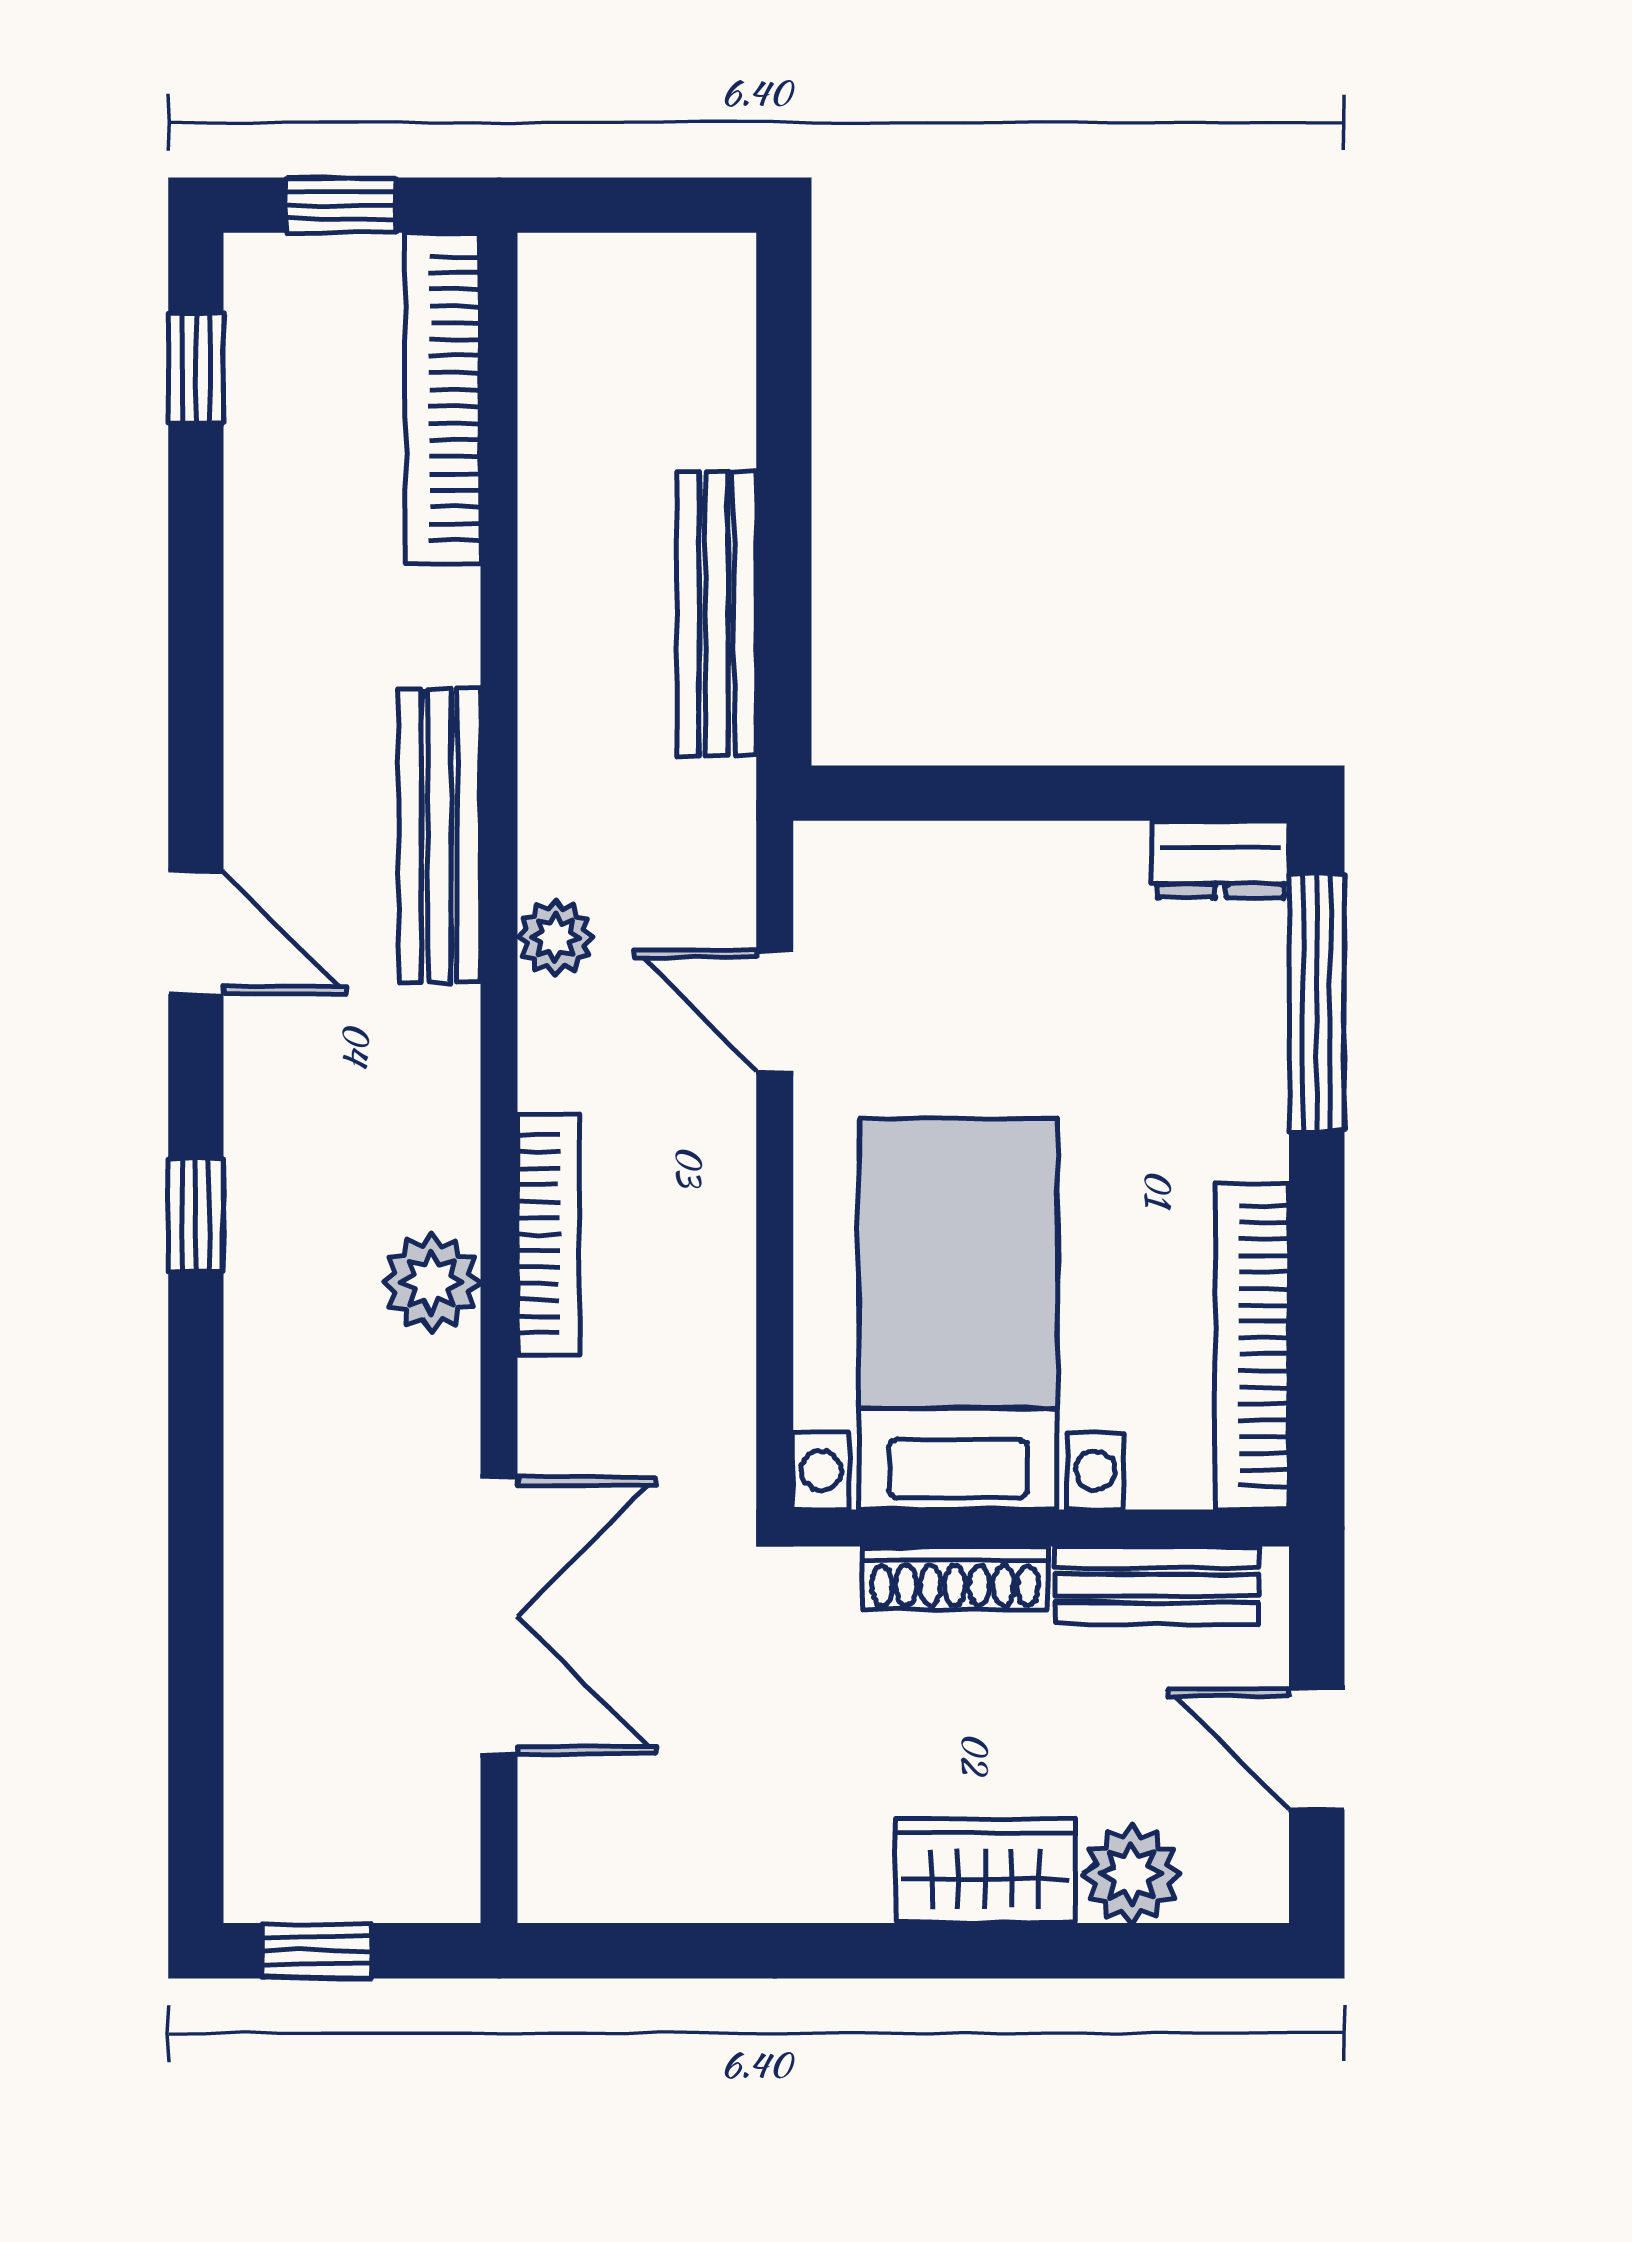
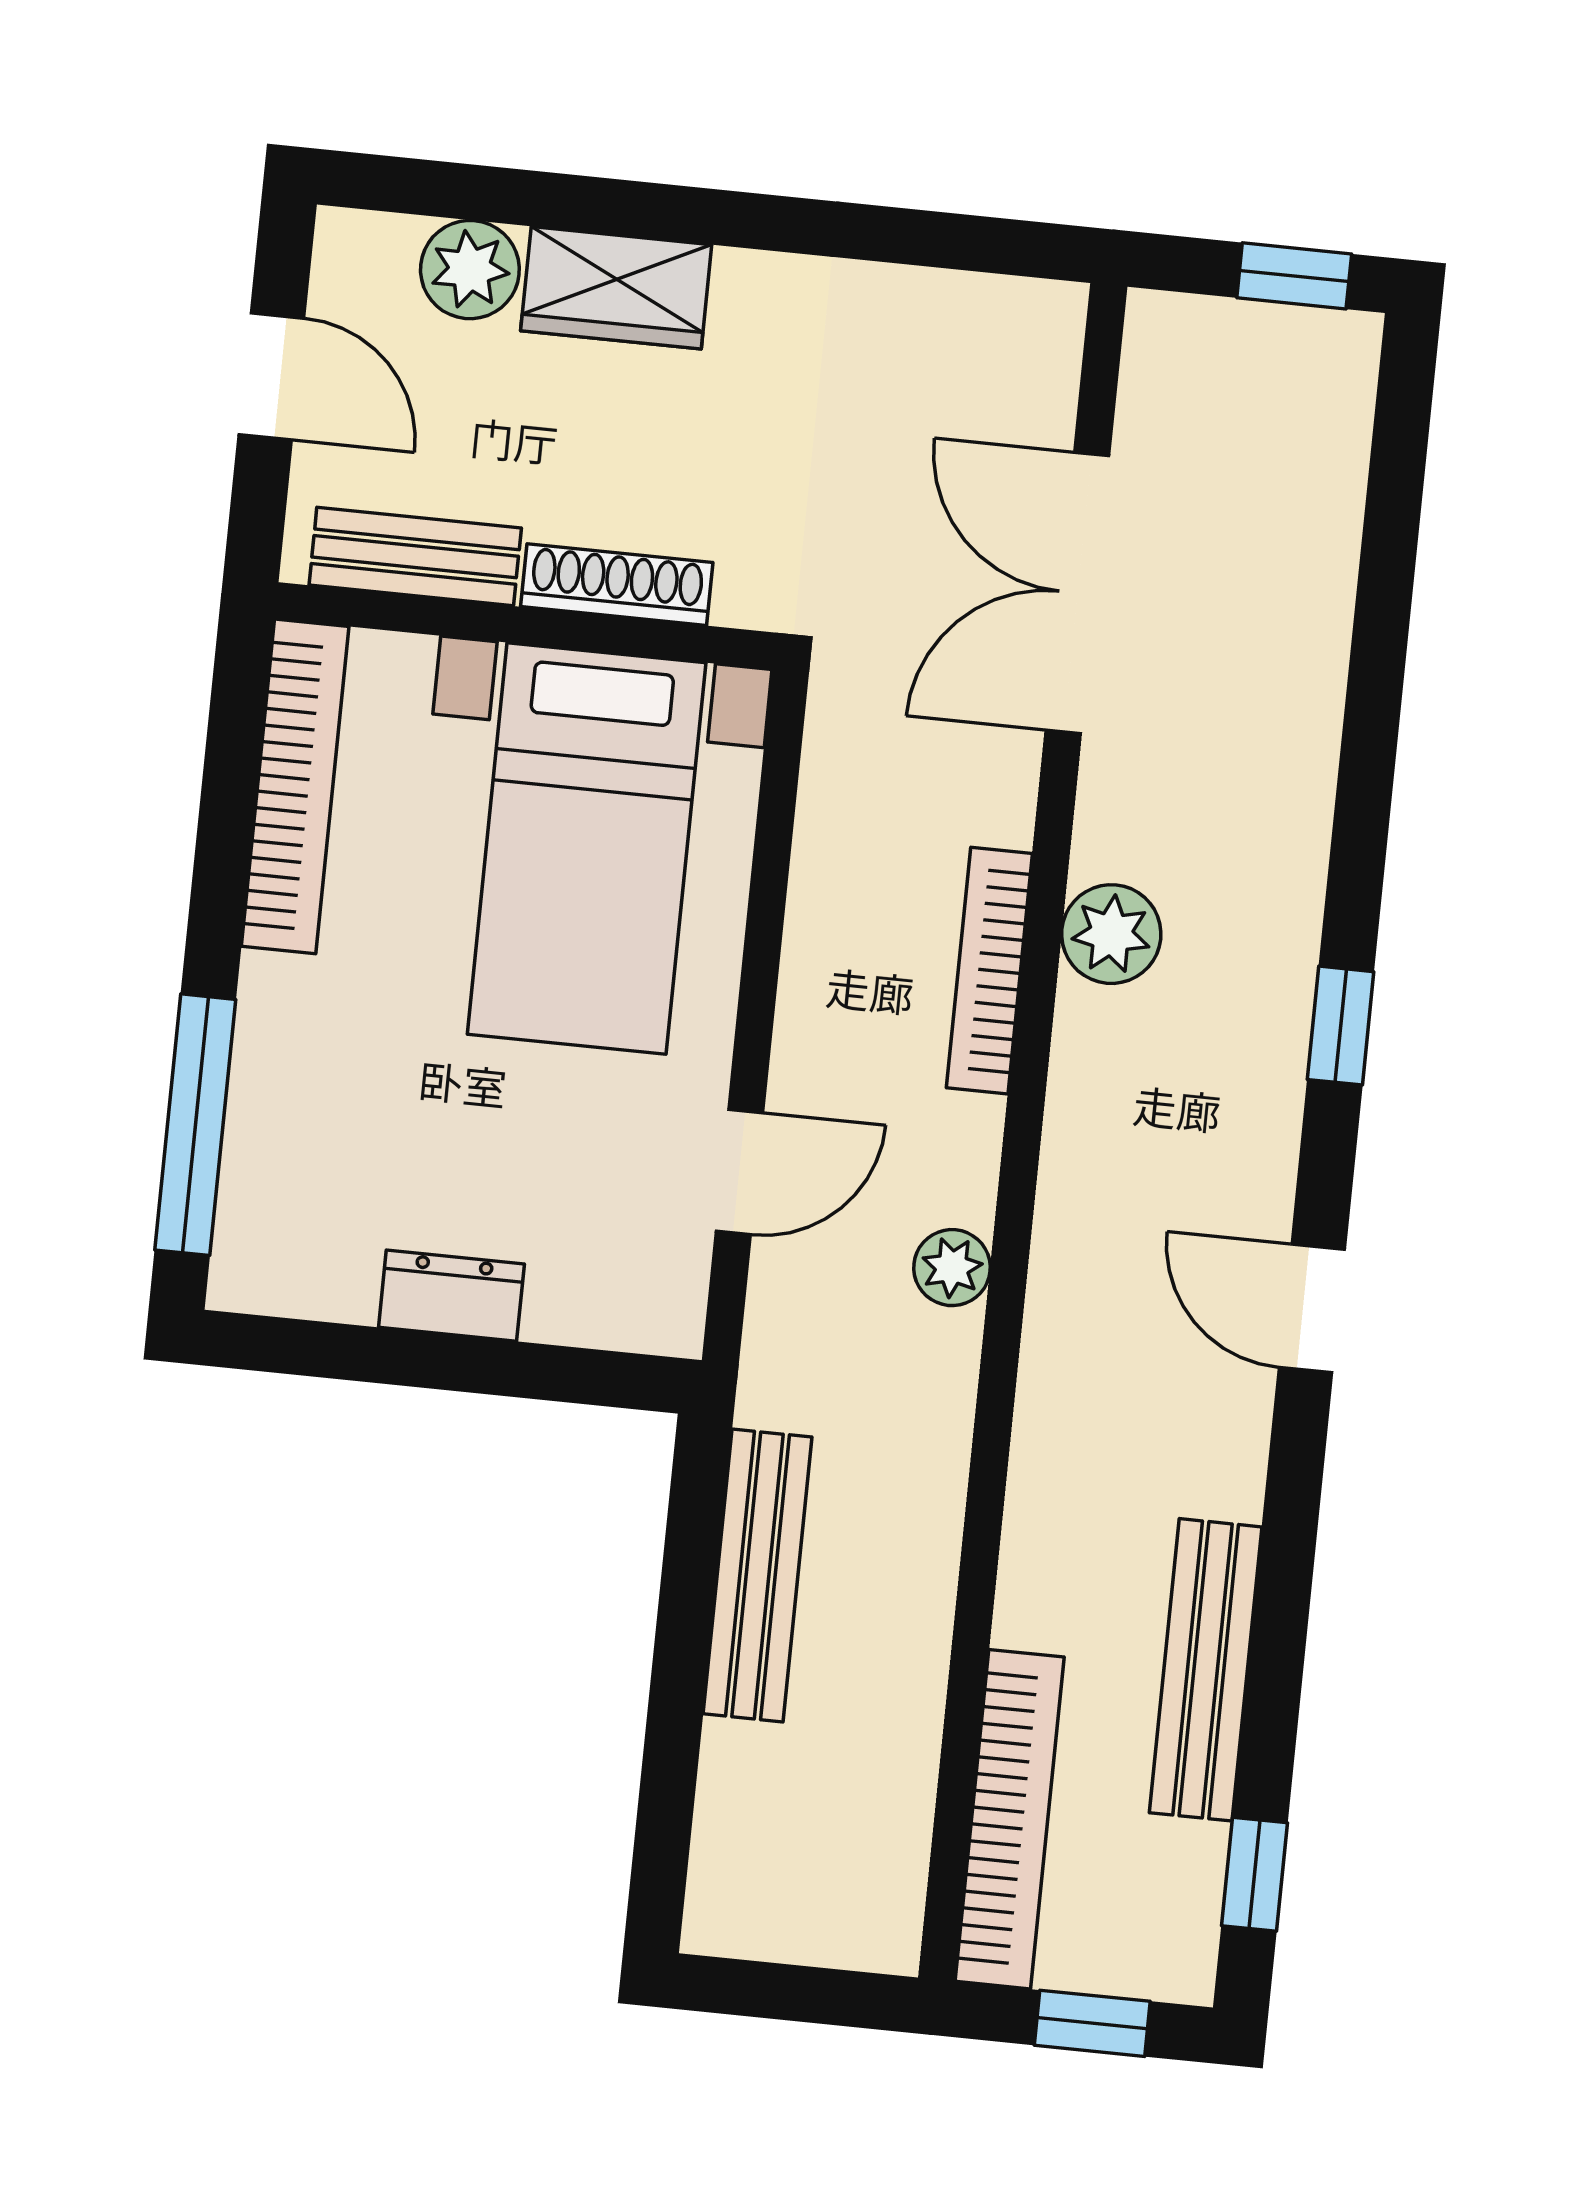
bench: (440, 836) -> (1206, 1670), moved
dresser: (1220, 859) -> (451, 1296), moved
door: (775, 1010) -> (740, 1172), hinge flipped

